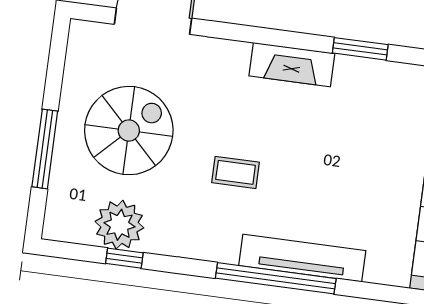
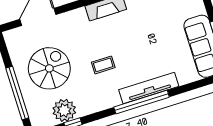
window: (45, 149) -> (17, 93), width x1.46

